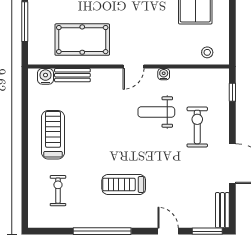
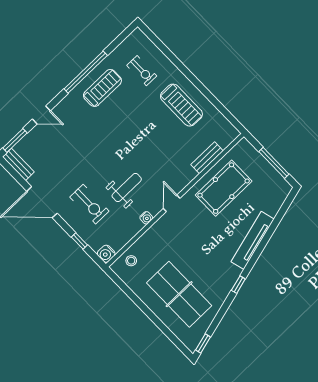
water cooler: (45, 76) -> (106, 254), moved, turned 90
window: (232, 92) -> (79, 241), moved
treadmill: (124, 184) -> (102, 88), moved

